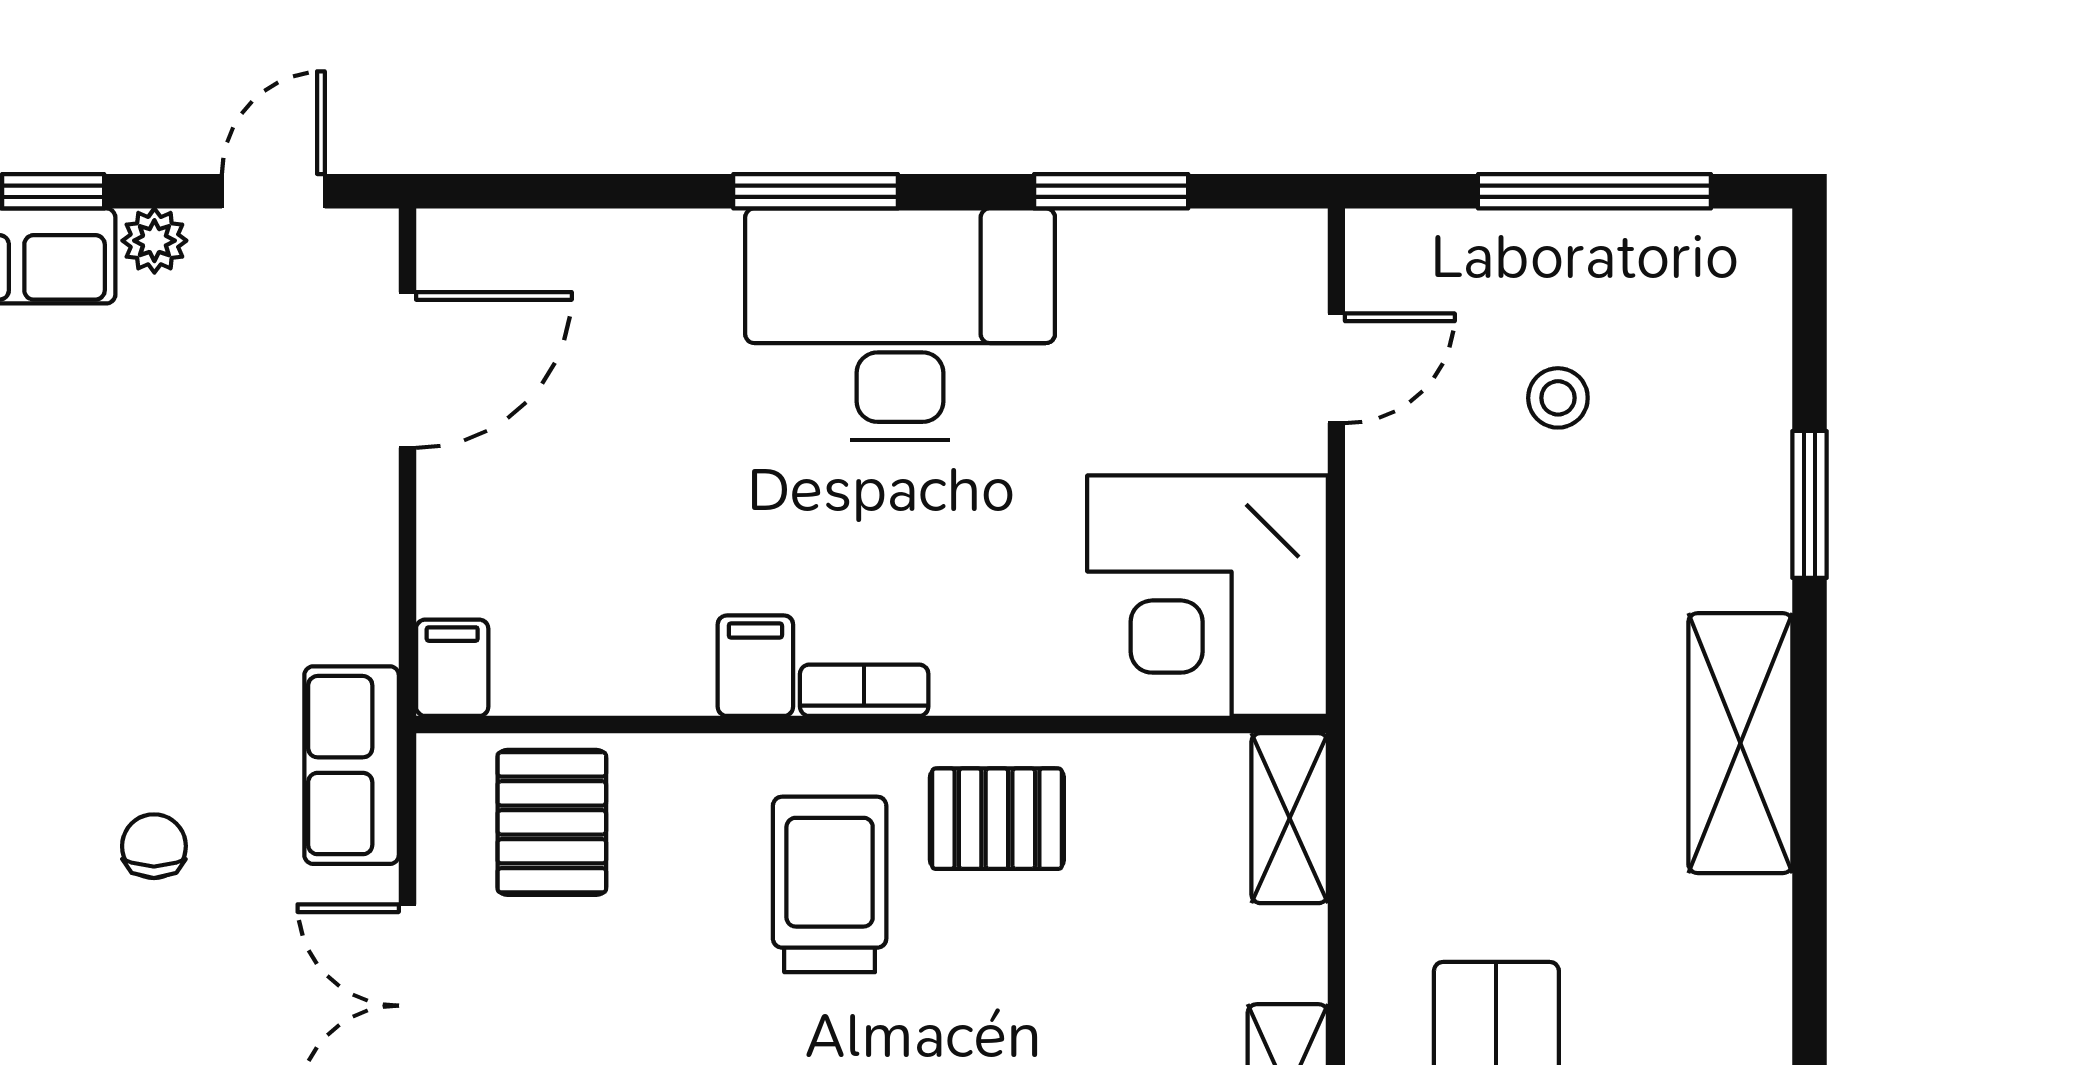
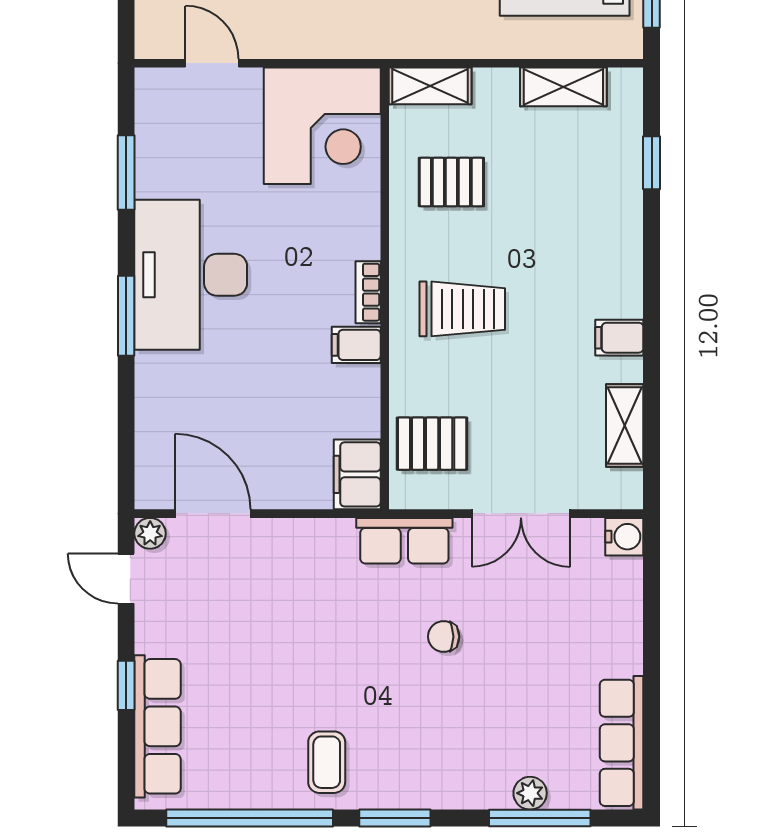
plant: (154, 241) -> (150, 533), moved
filing cabinet: (452, 668) -> (357, 474), width x2.00
pallet: (997, 819) -> (451, 182), moved, turned 90
trolley: (830, 884) -> (462, 309), turned 180

